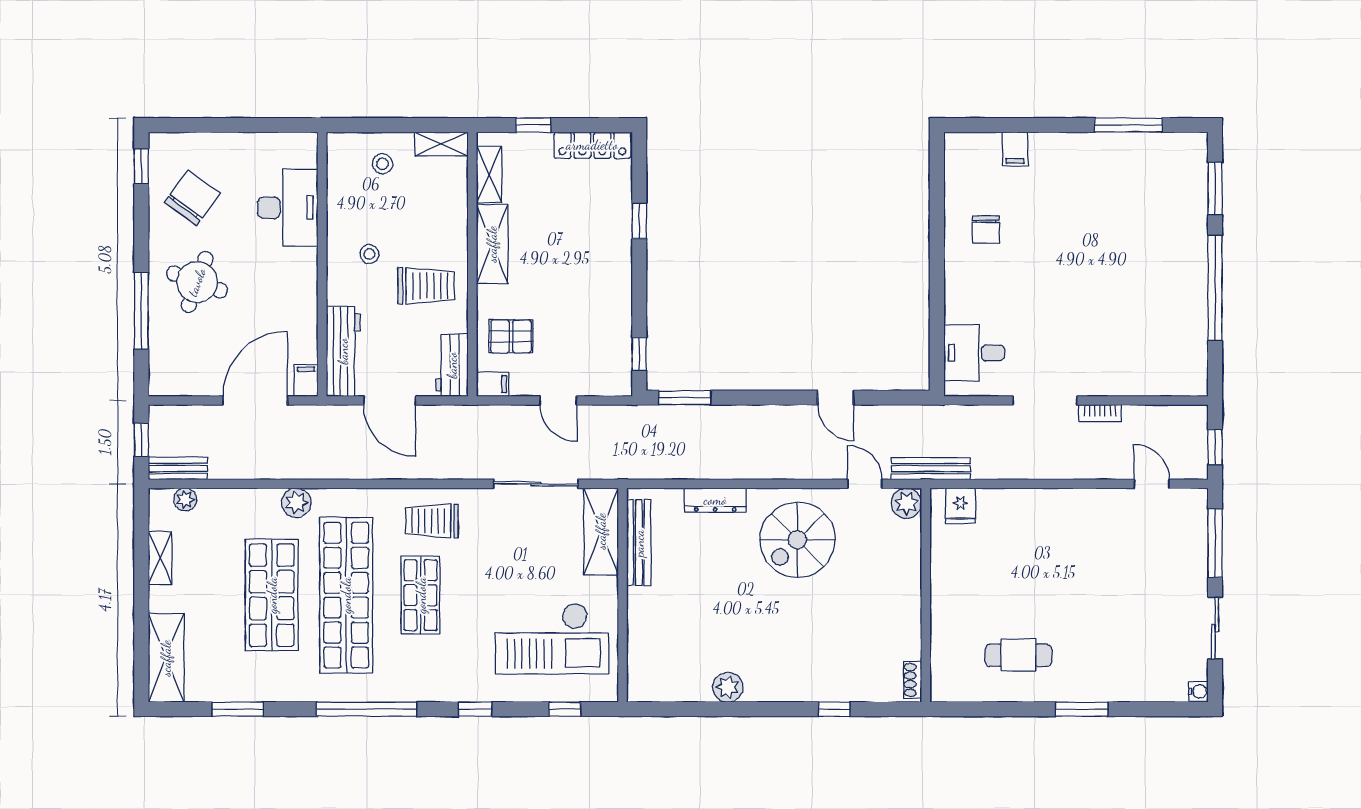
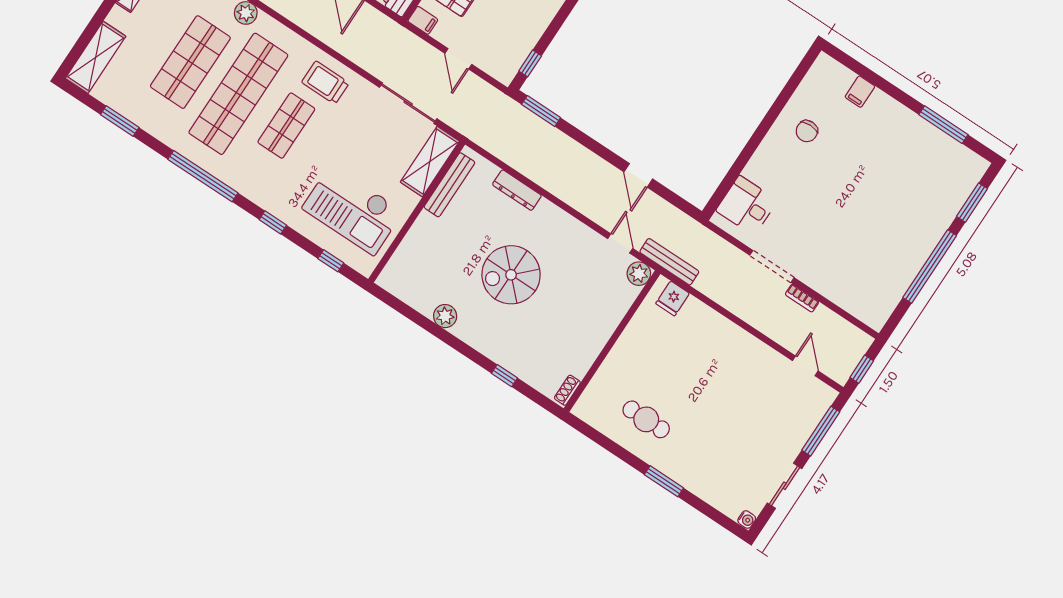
spiral stairs: (797, 540) -> (511, 275), moved

